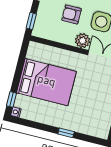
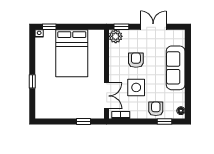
plant: (83, 41) -> (116, 36), moved

